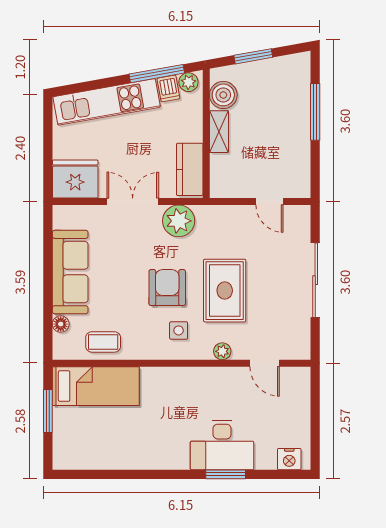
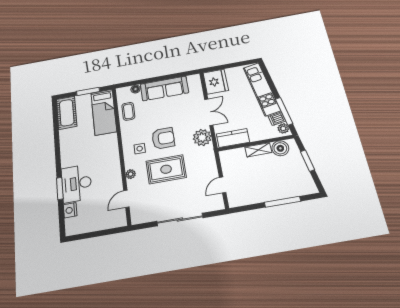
cot: (84, 453) -> (67, 113), added
nightstand: (289, 459) -> (70, 210), moved

